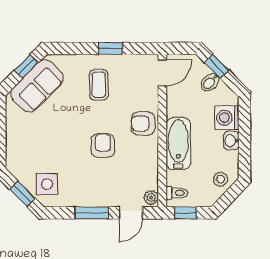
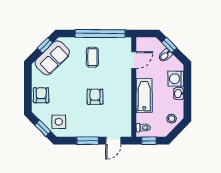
window: (111, 48) -> (100, 34), width x3.17
door: (162, 73) -> (134, 60), moved
armchair: (143, 124) -> (41, 95), moved, turned 90
plant: (151, 198) -> (126, 131), removed

